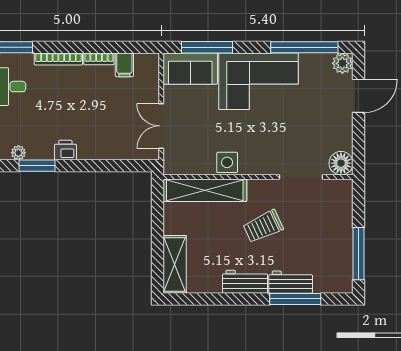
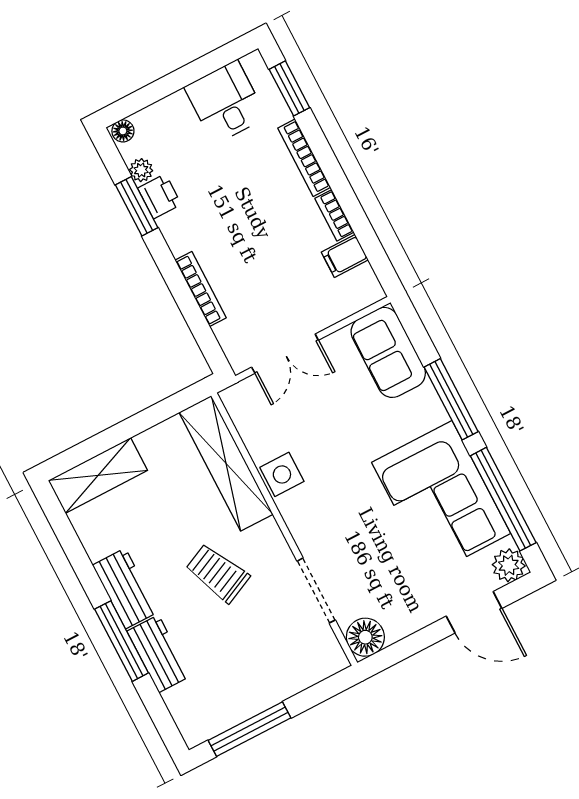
window: (207, 47) -> (451, 399), moved
corner sofa: (259, 81) -> (441, 498), moved
double door: (161, 126) -> (285, 354), swing flipped
printer: (65, 150) -> (159, 196), moved
bookcase: (101, 154) -> (201, 289), added
window: (295, 299) -> (122, 641), moved

